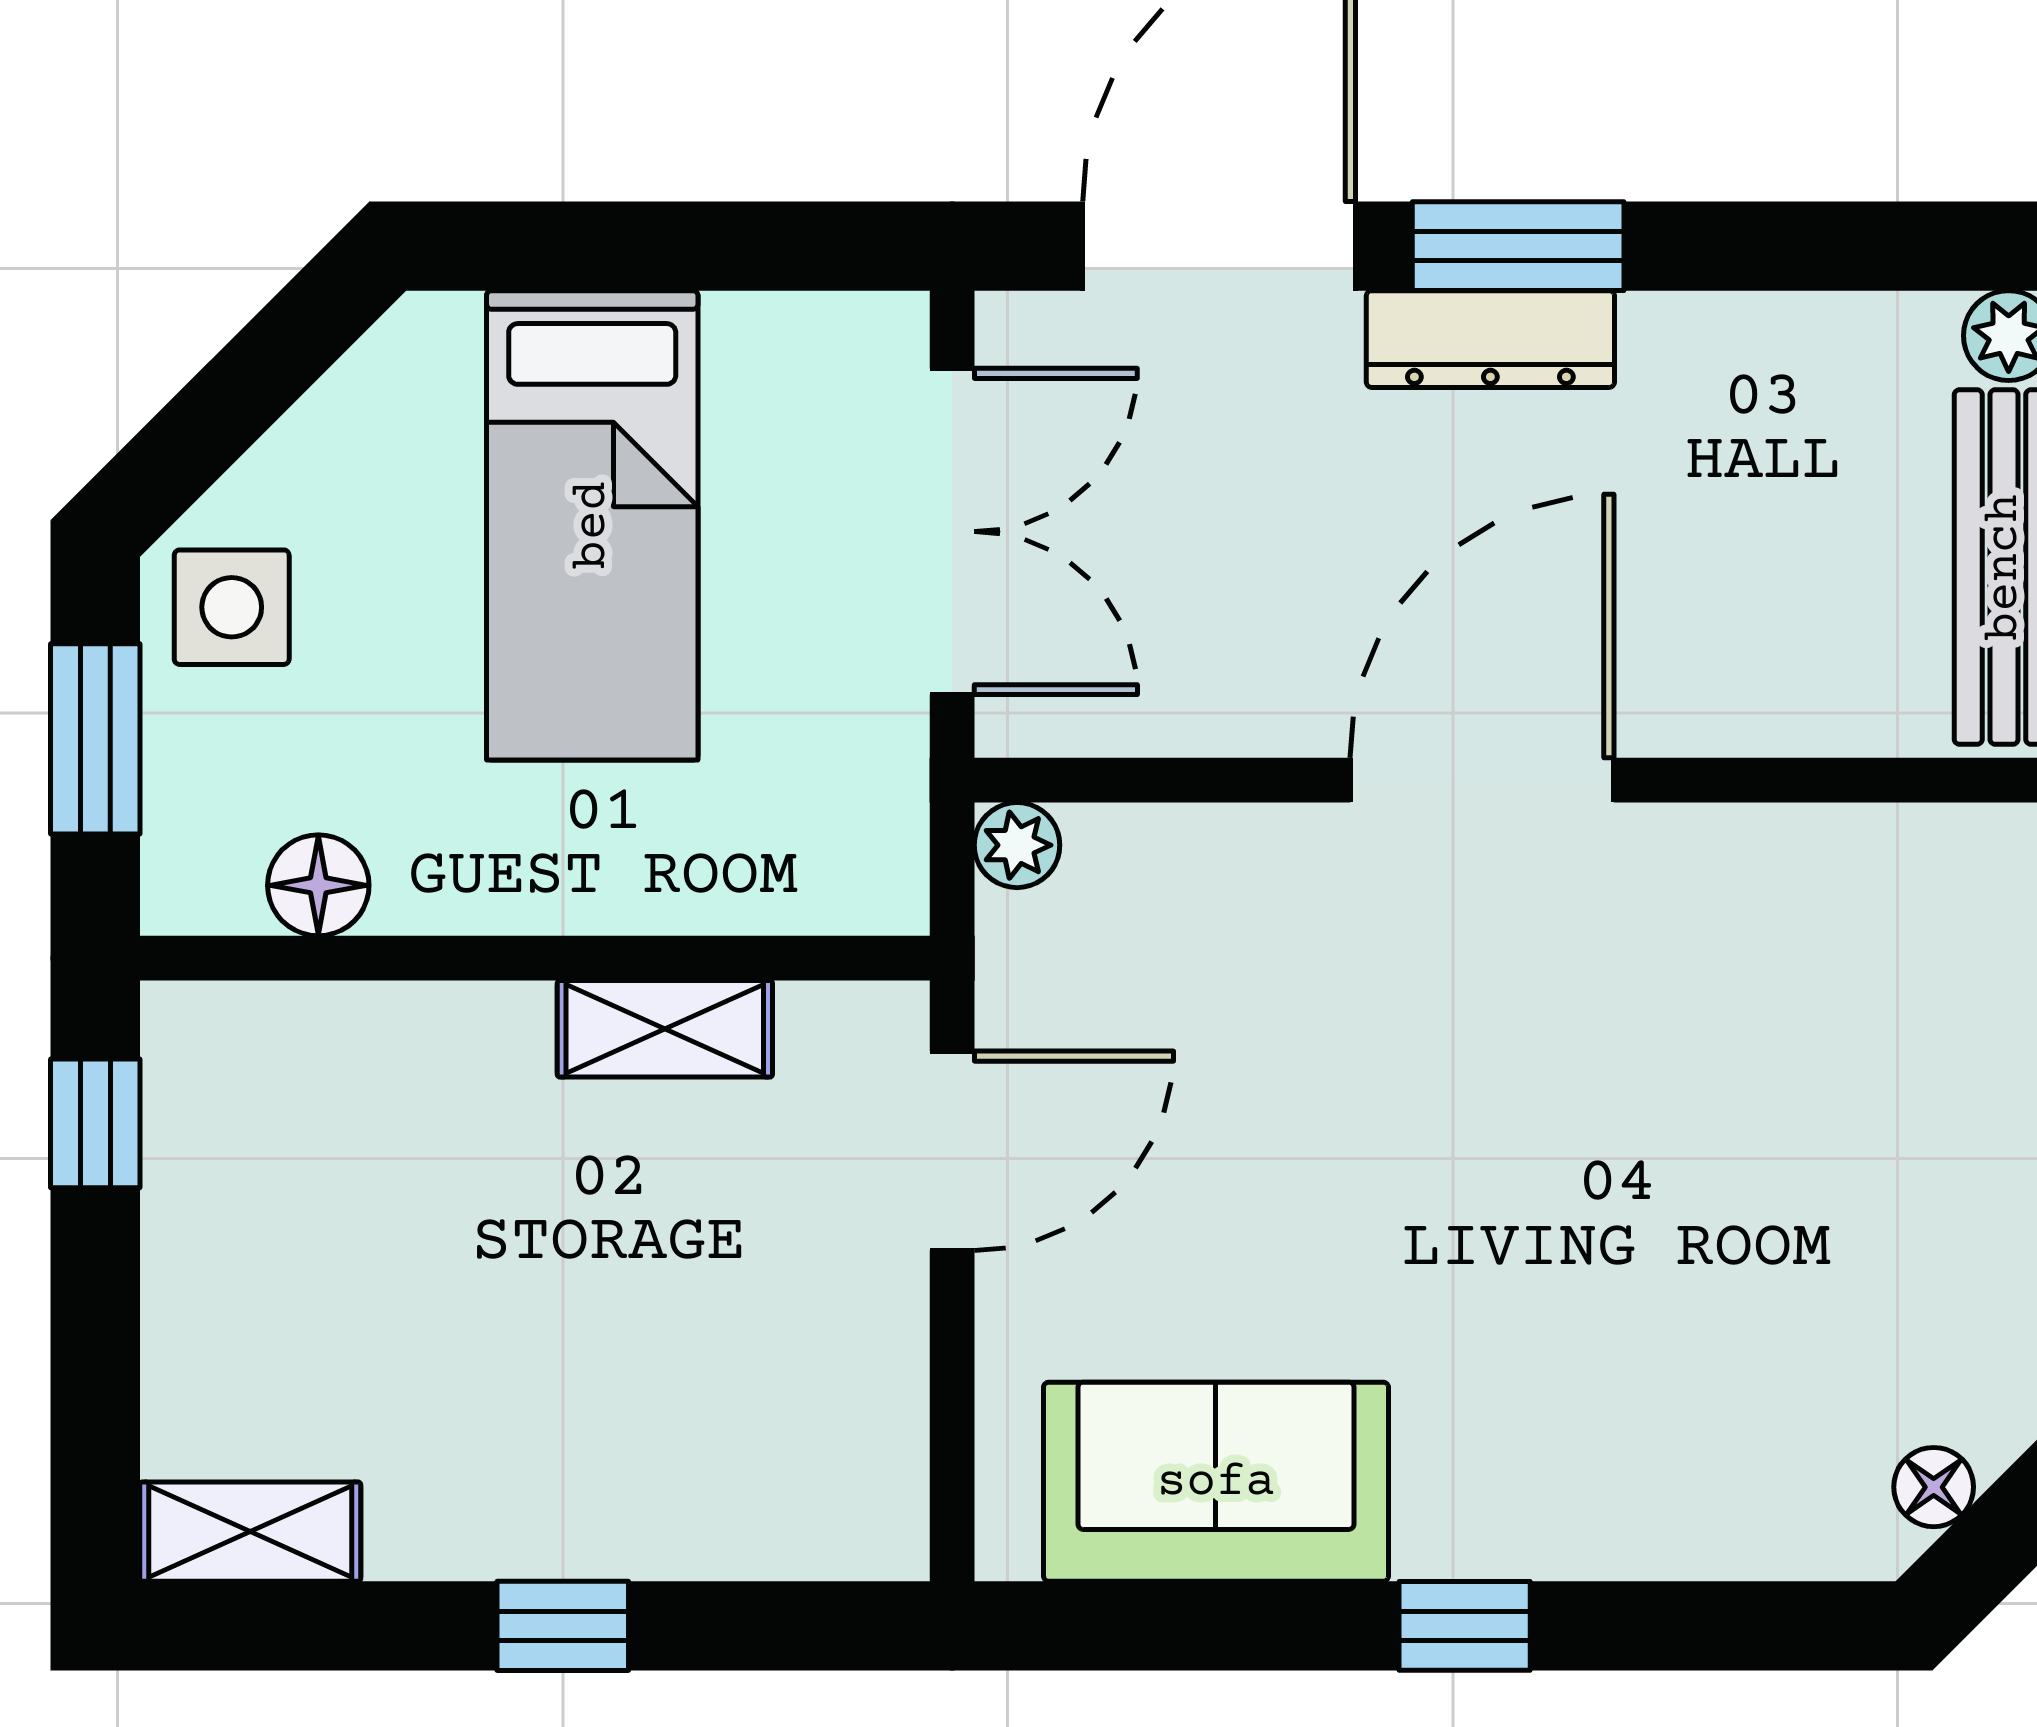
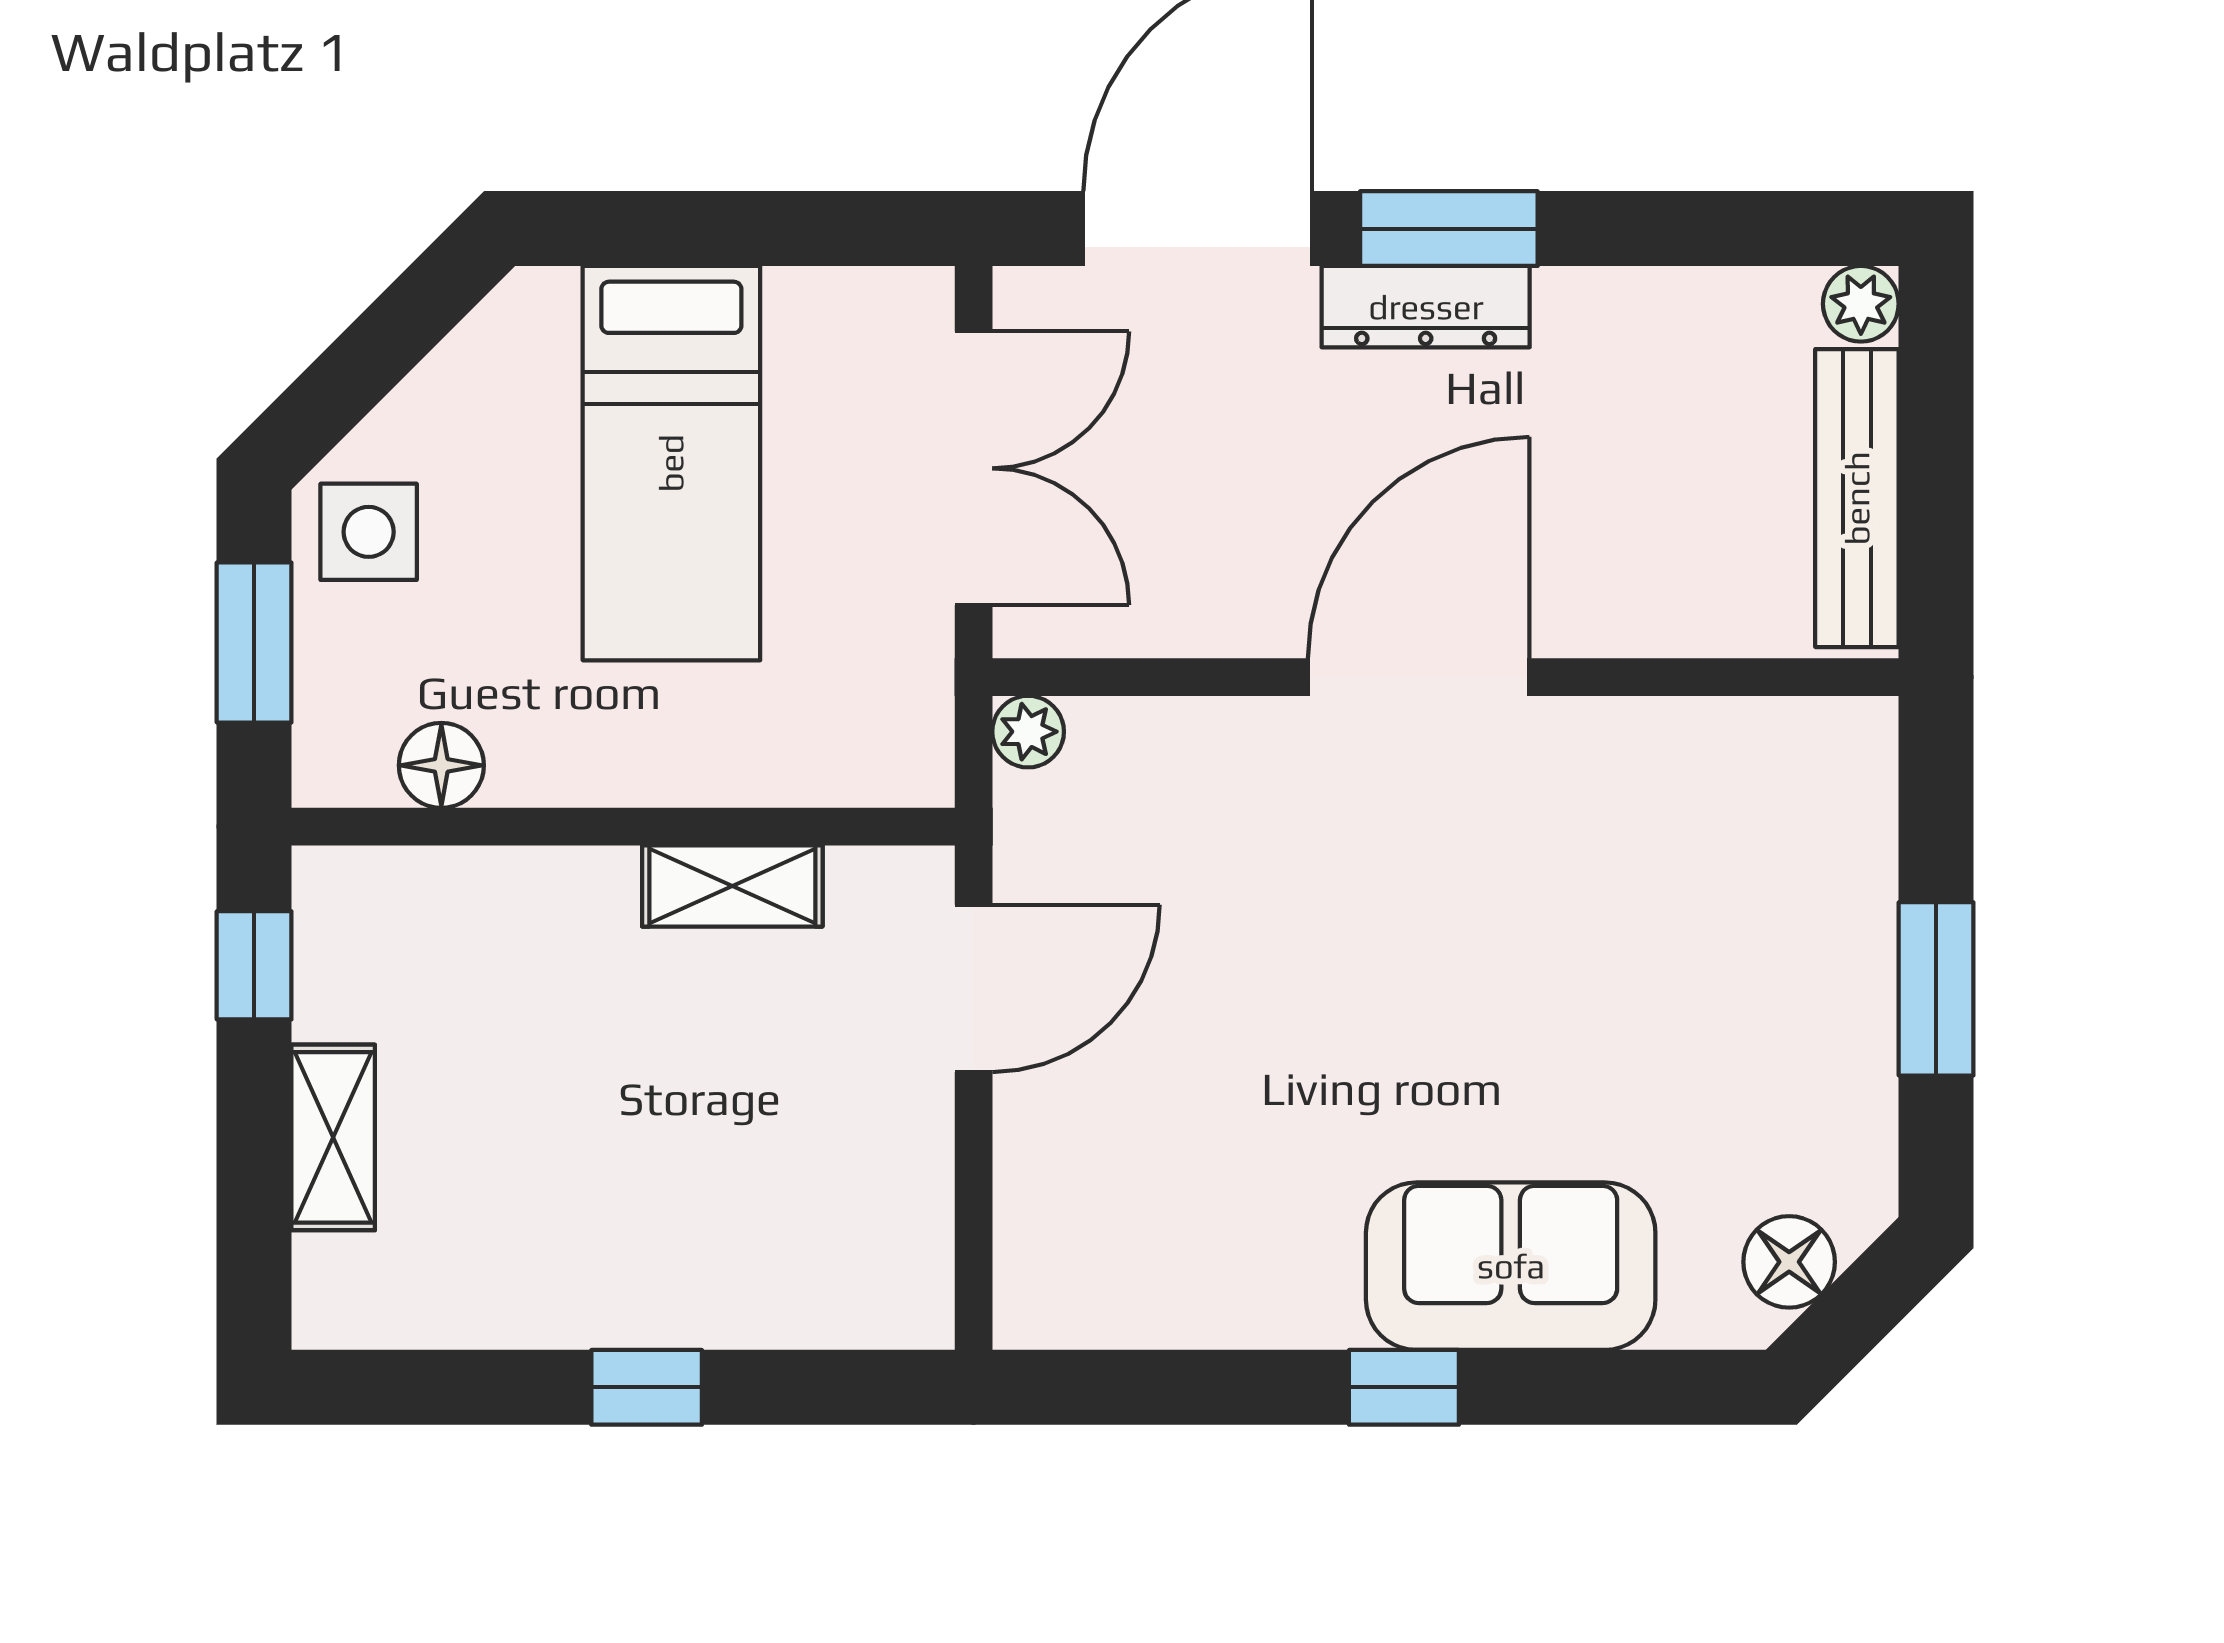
sofa: (1216, 1482) -> (1511, 1266), moved
floor lamp: (1934, 1487) -> (1789, 1262), width x1.37, depth x1.37
shelving: (250, 1532) -> (333, 1137), moved, turned 90

